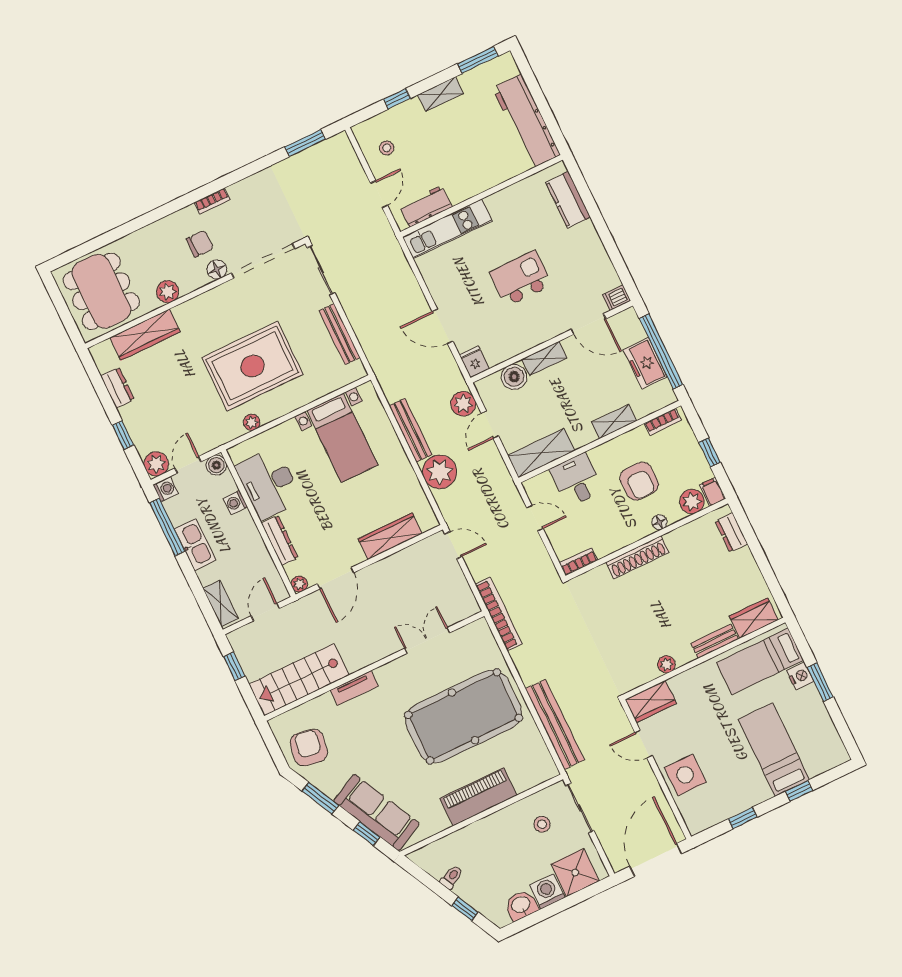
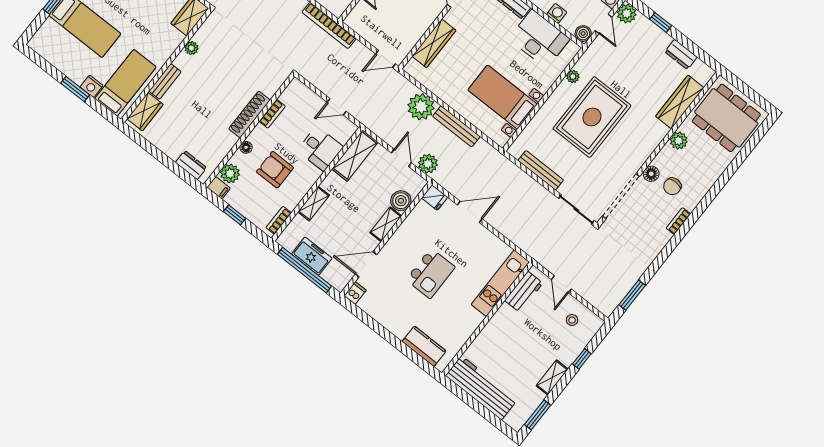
bookcase: (579, 562) -> (272, 114), moved

